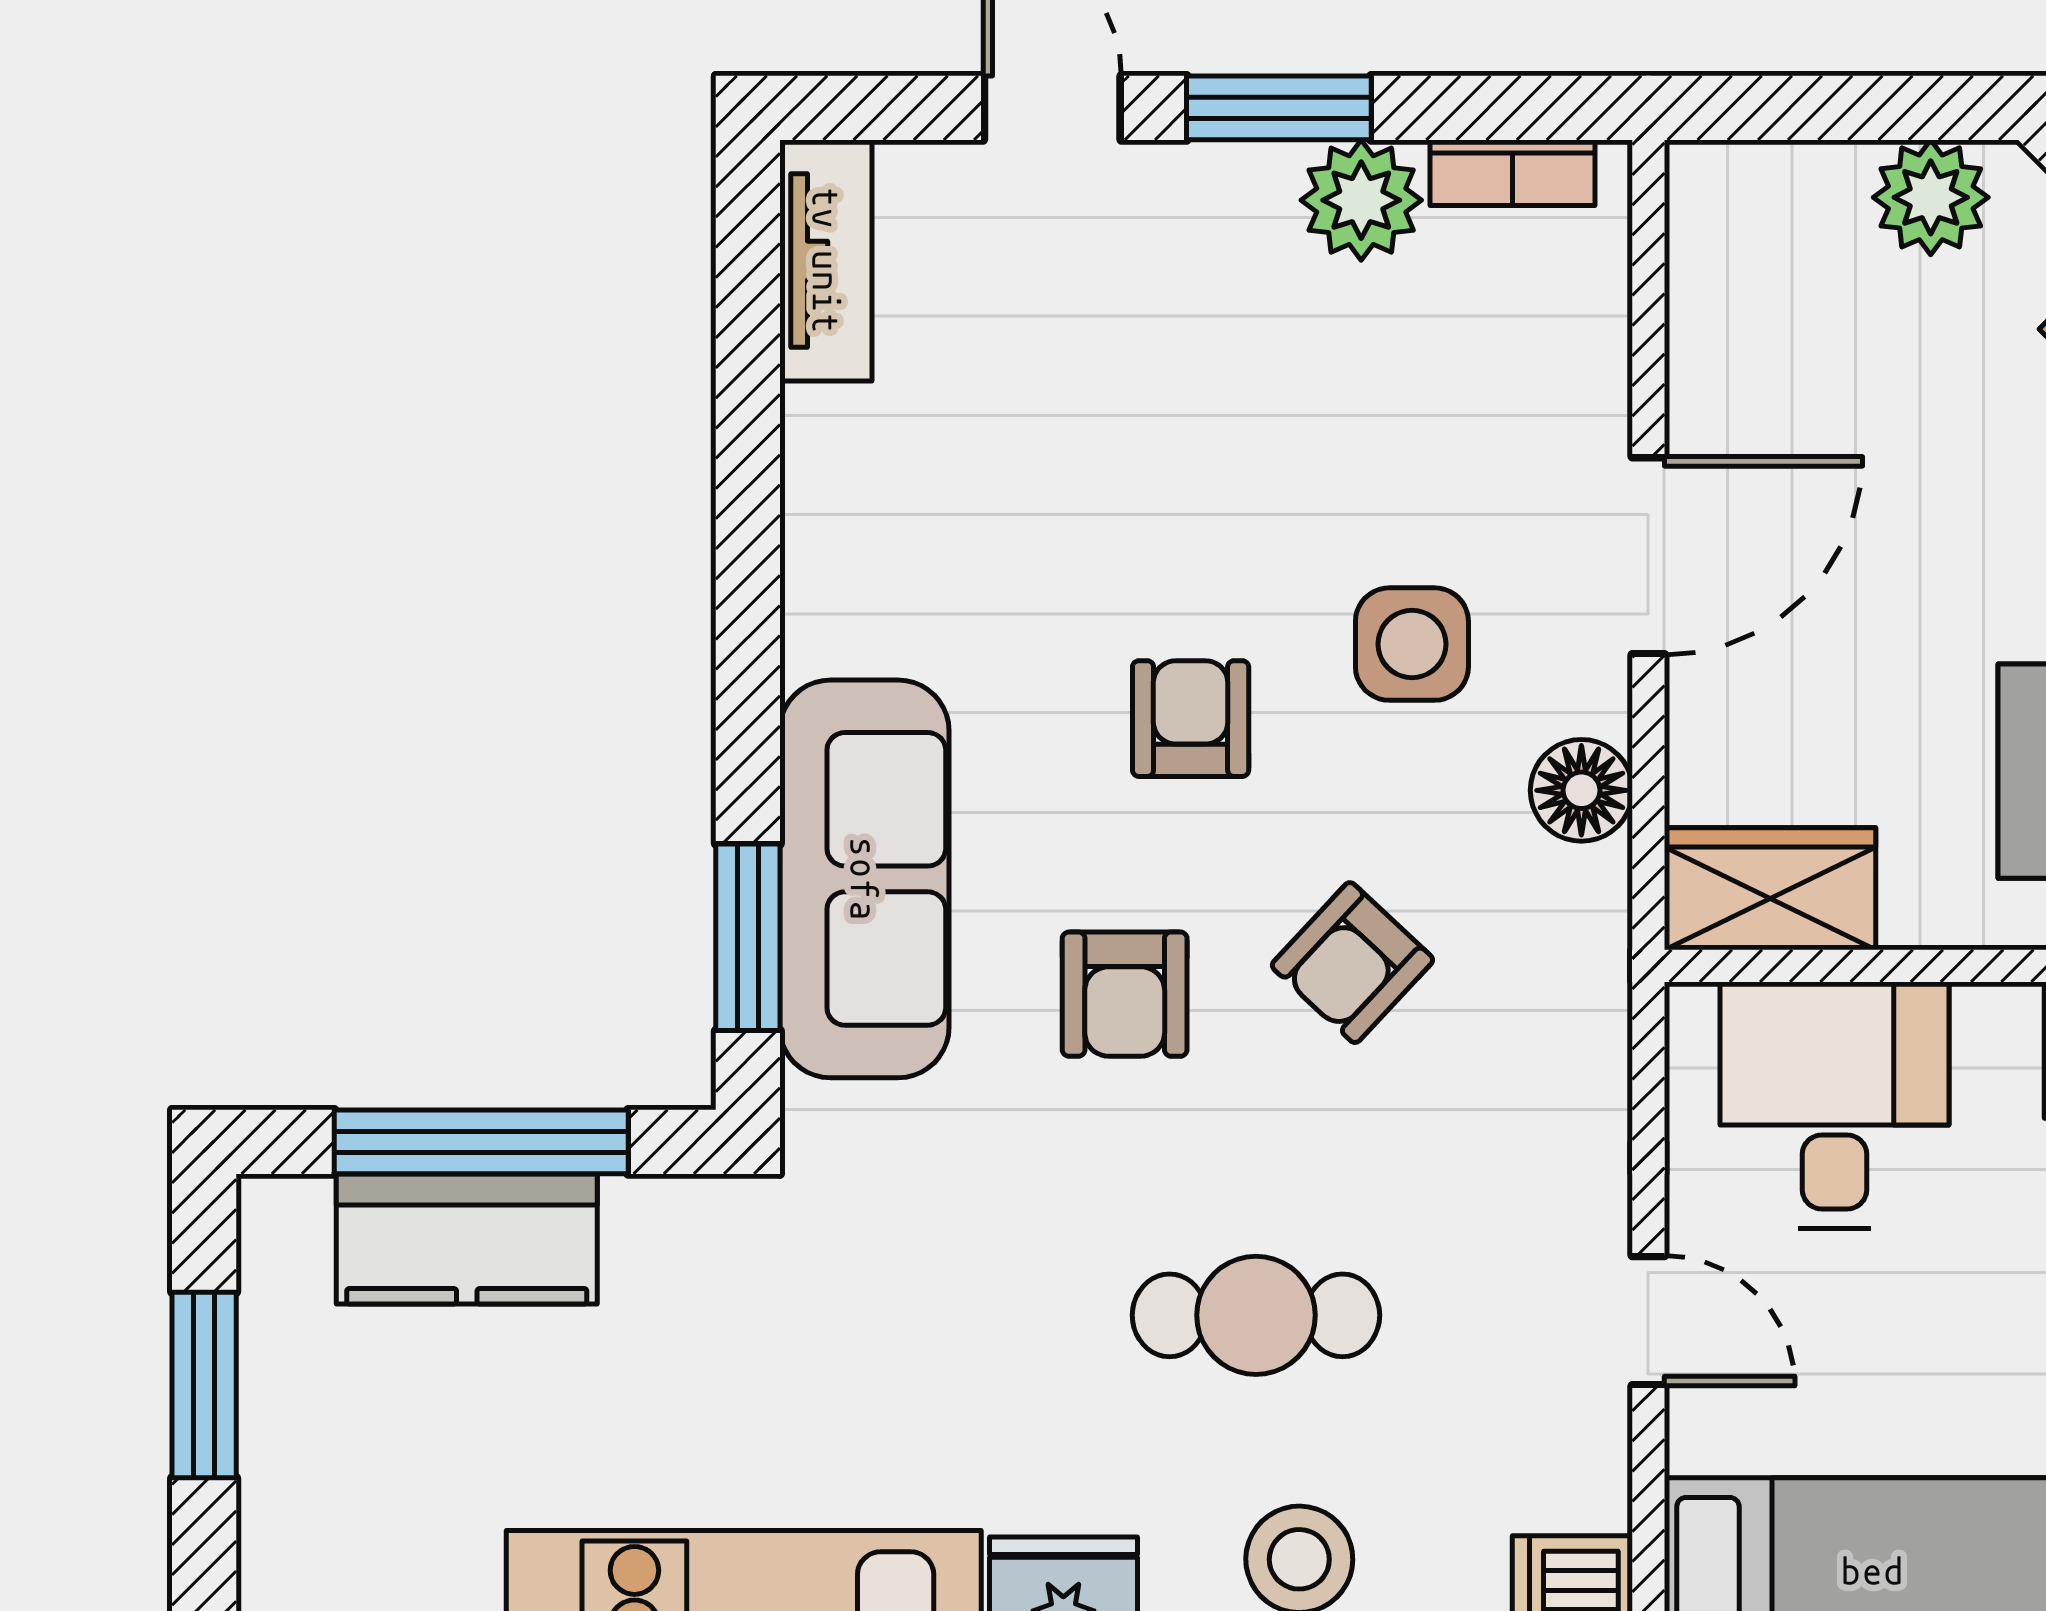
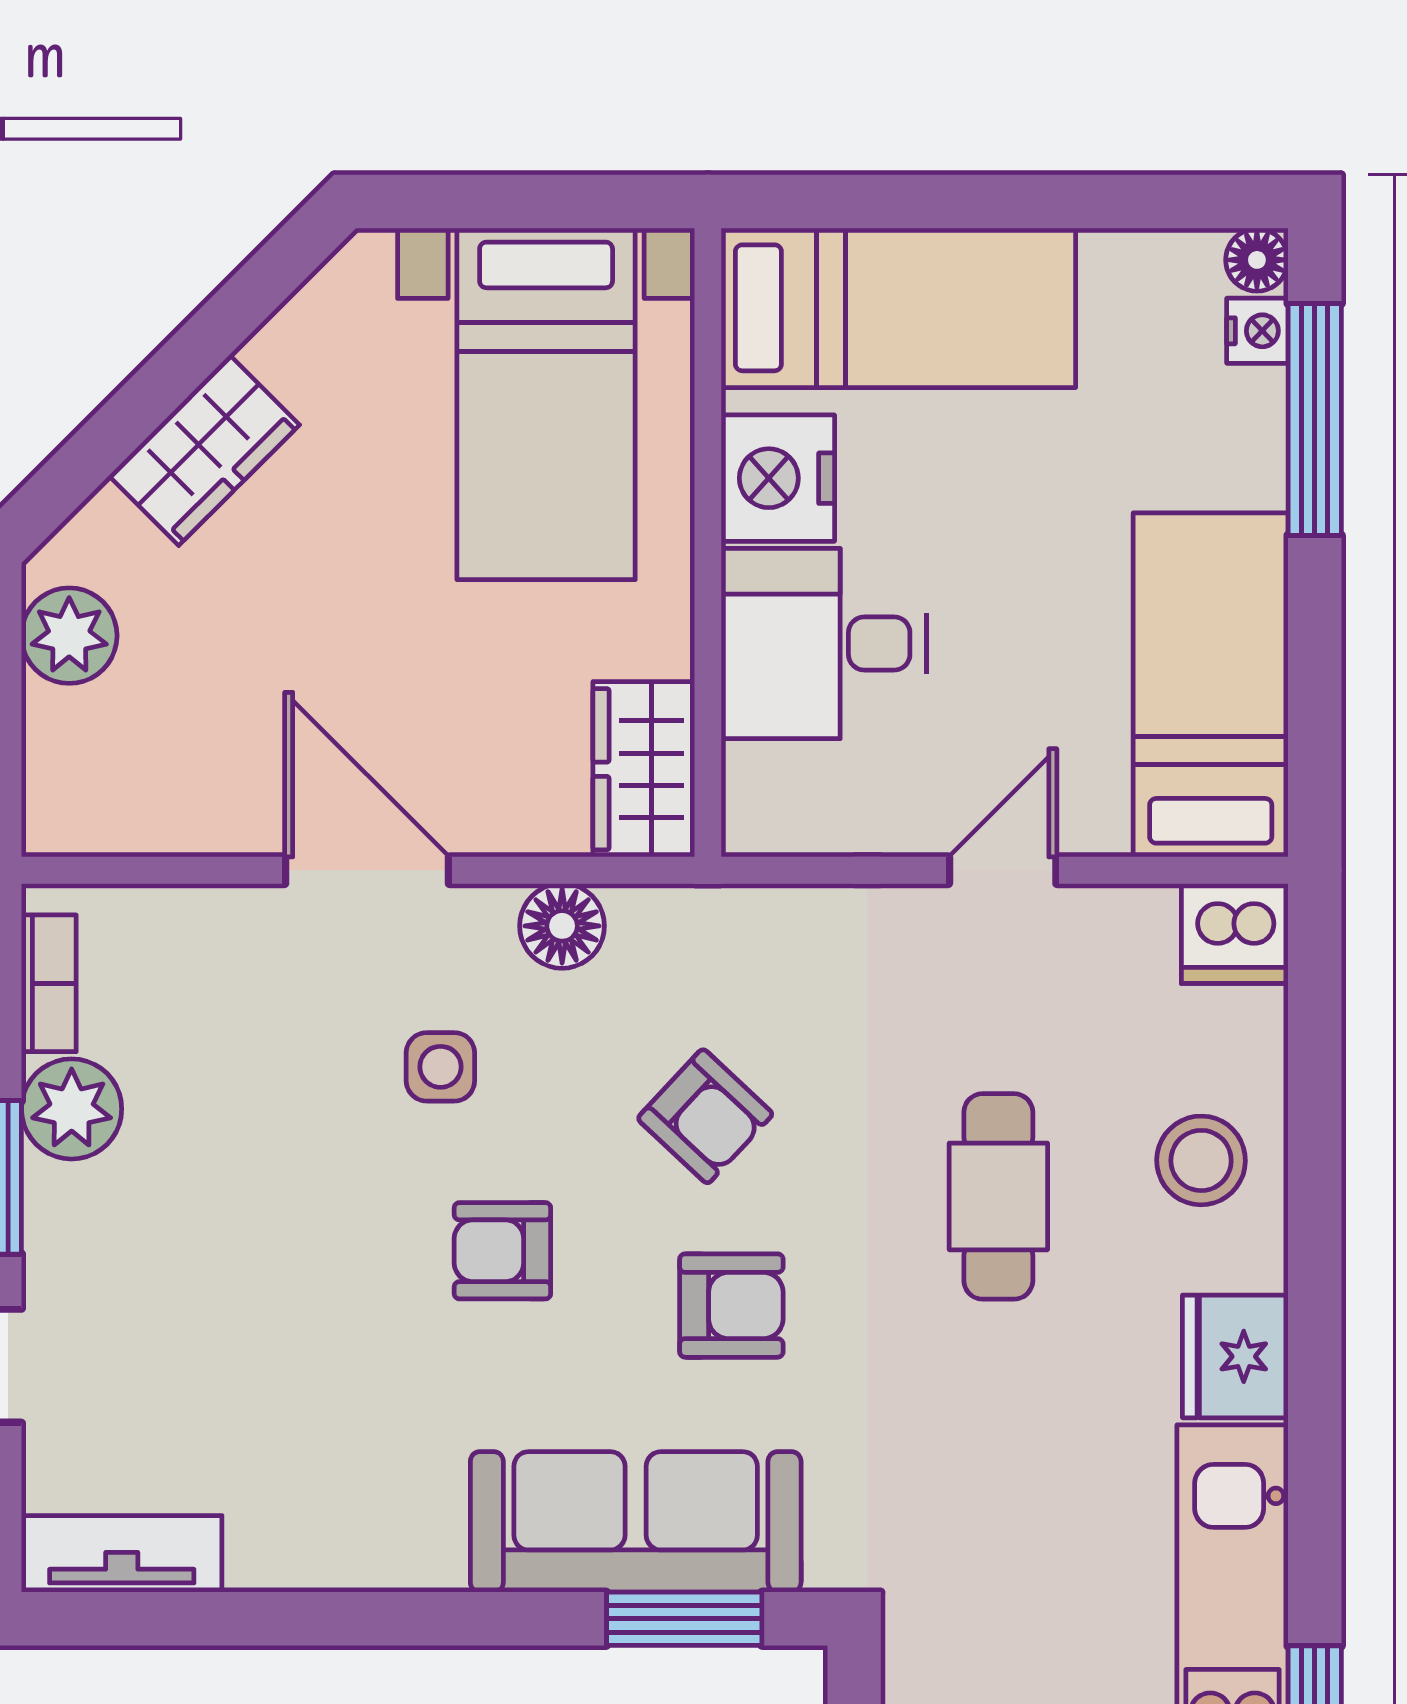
side table: (1412, 644) -> (440, 1067), width x0.73, depth x0.73
desk: (1834, 1105) -> (824, 644), moved

